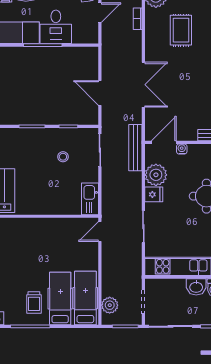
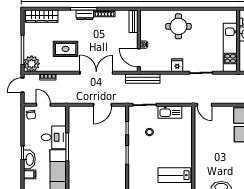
rug: (181, 30) -> (66, 49), moved
plant: (156, 175) -> (163, 64), removed
kitchen sink: (90, 199) -> (170, 112), moved

